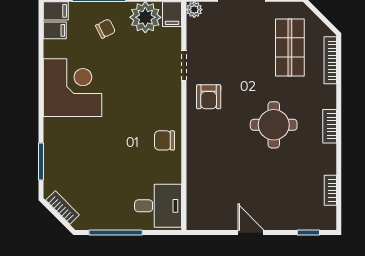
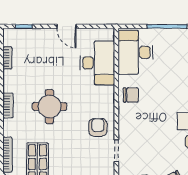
desk: (209, 183) -> (97, 63), added
desk: (158, 206) -> (135, 52), width x1.37

